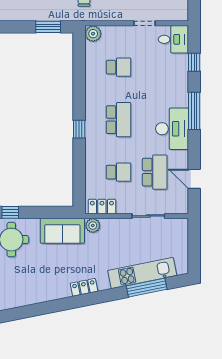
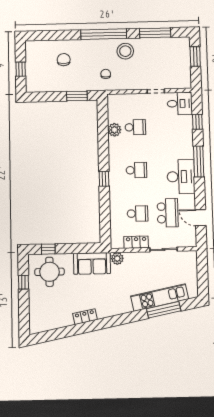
plant: (93, 34) -> (114, 130), moved
school desk: (119, 120) -> (136, 170), width x0.54
locker: (102, 206) -> (136, 242), moved
locker: (84, 287) -> (85, 317), moved

